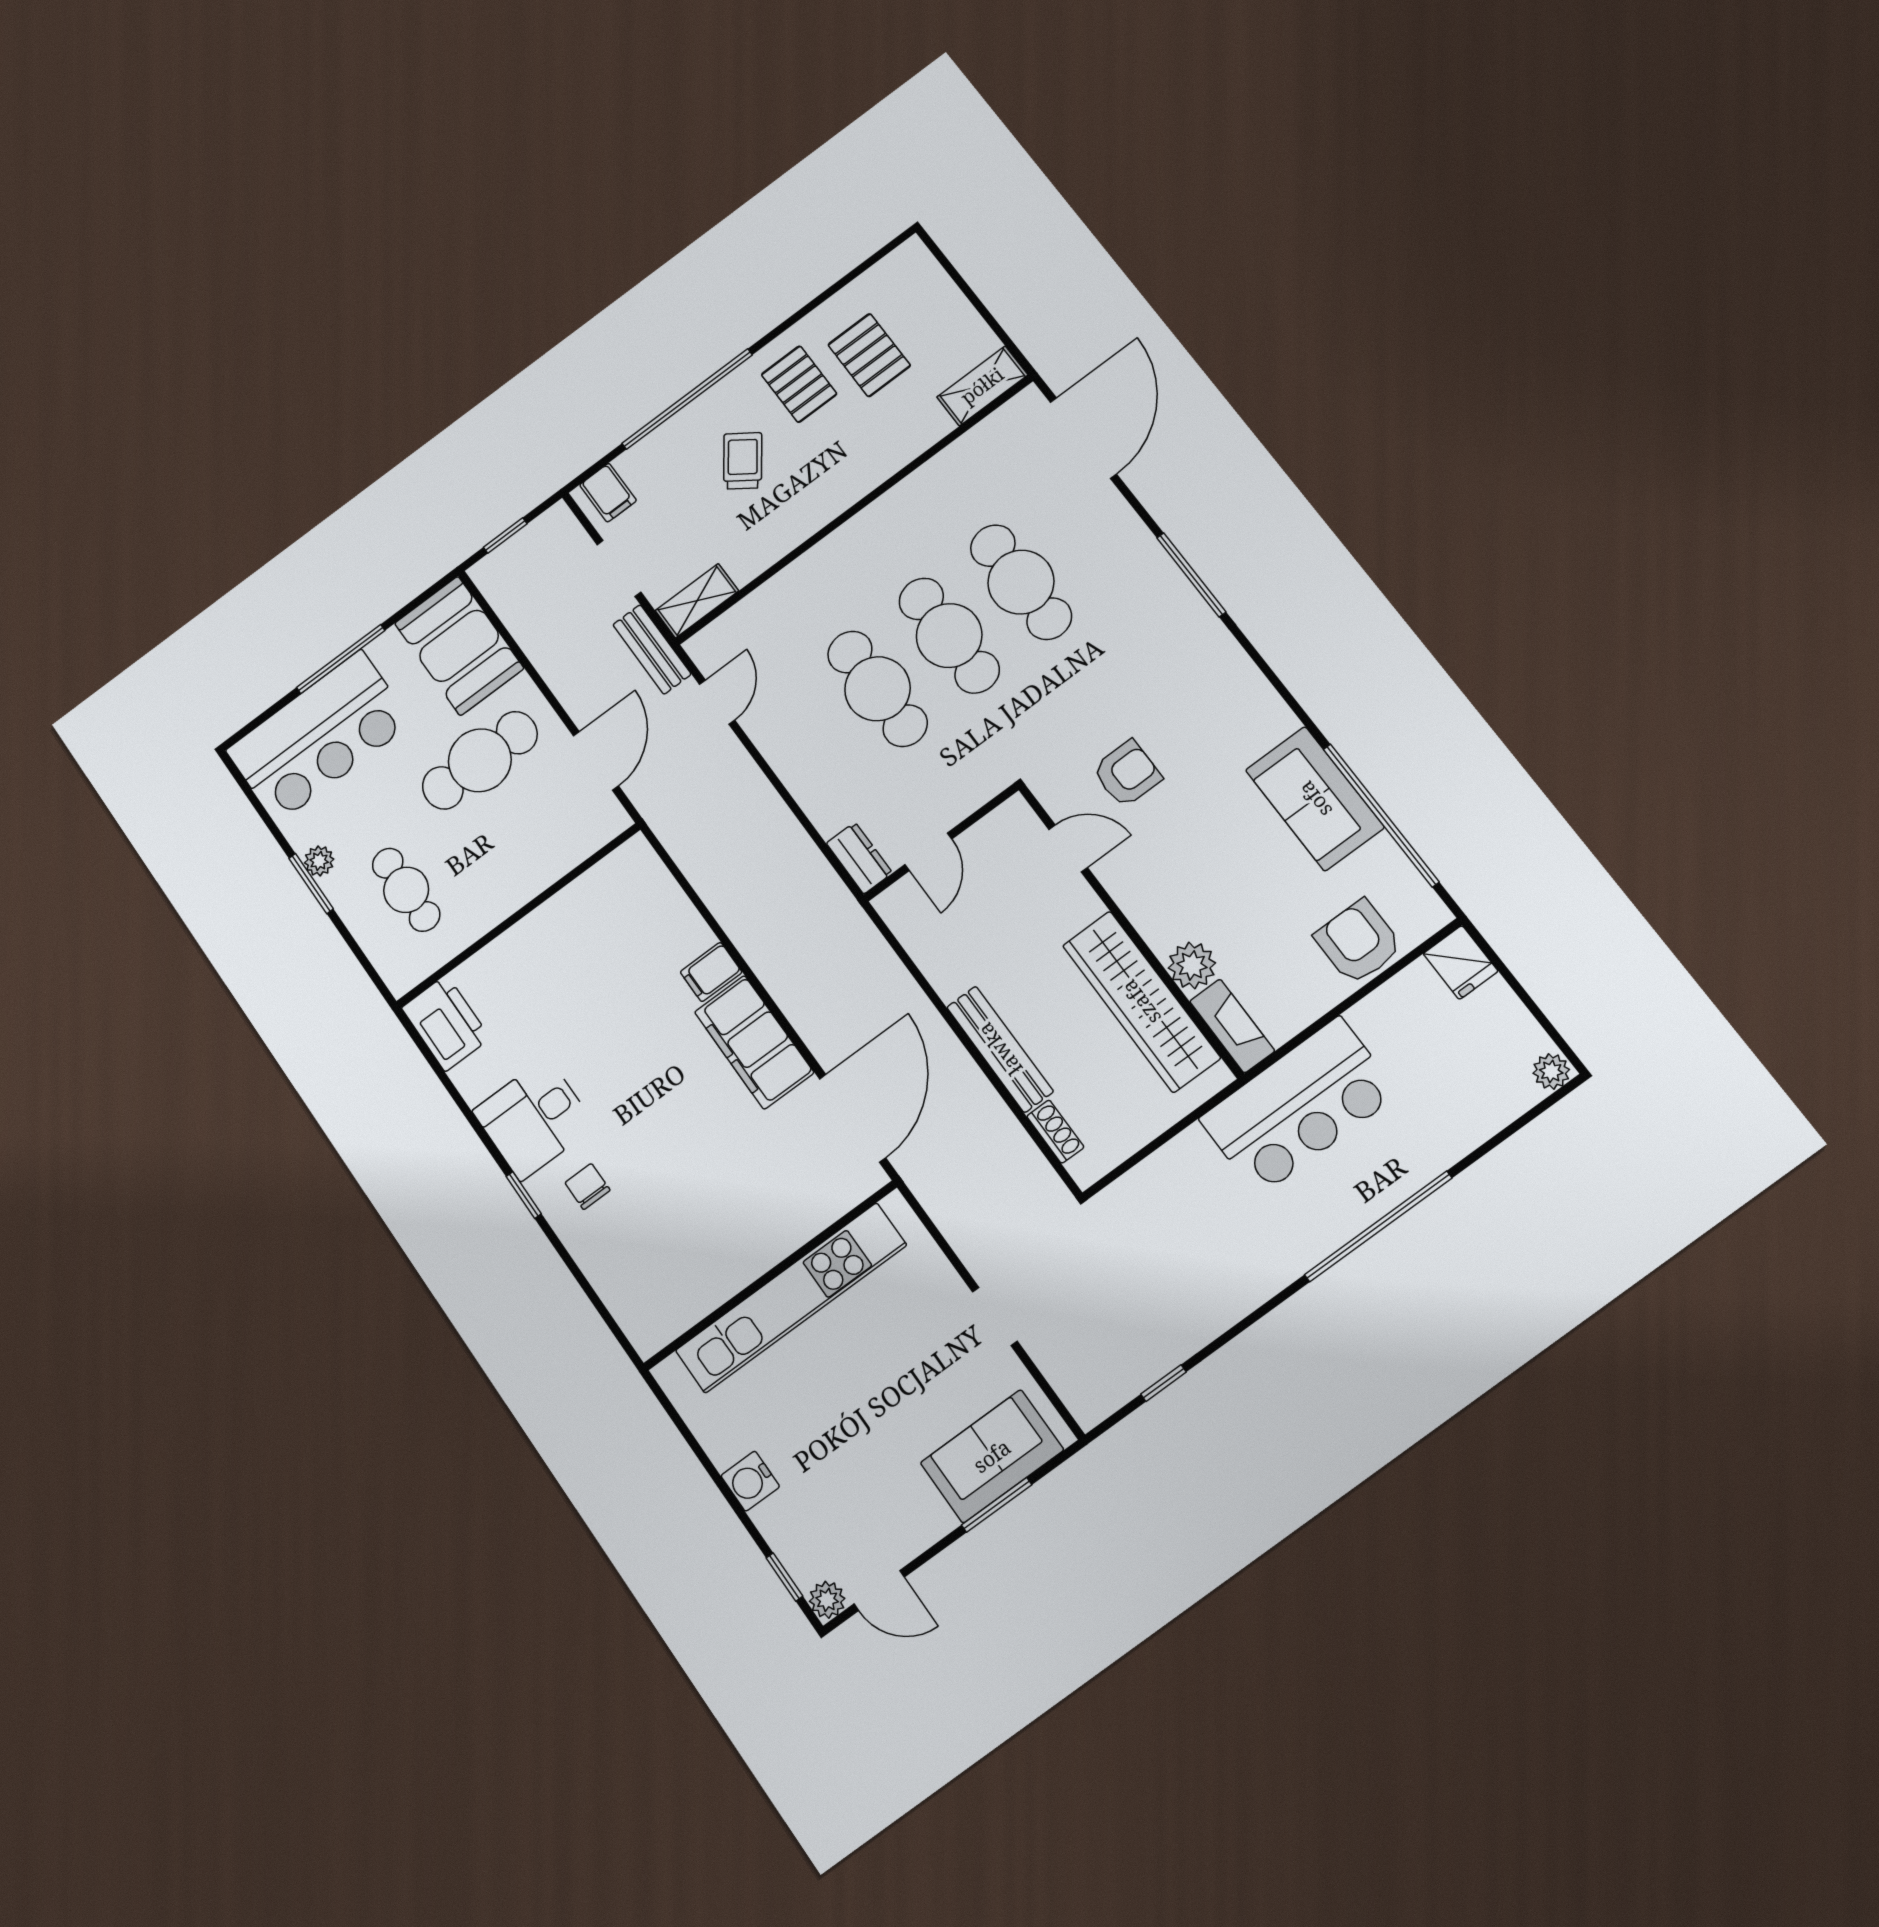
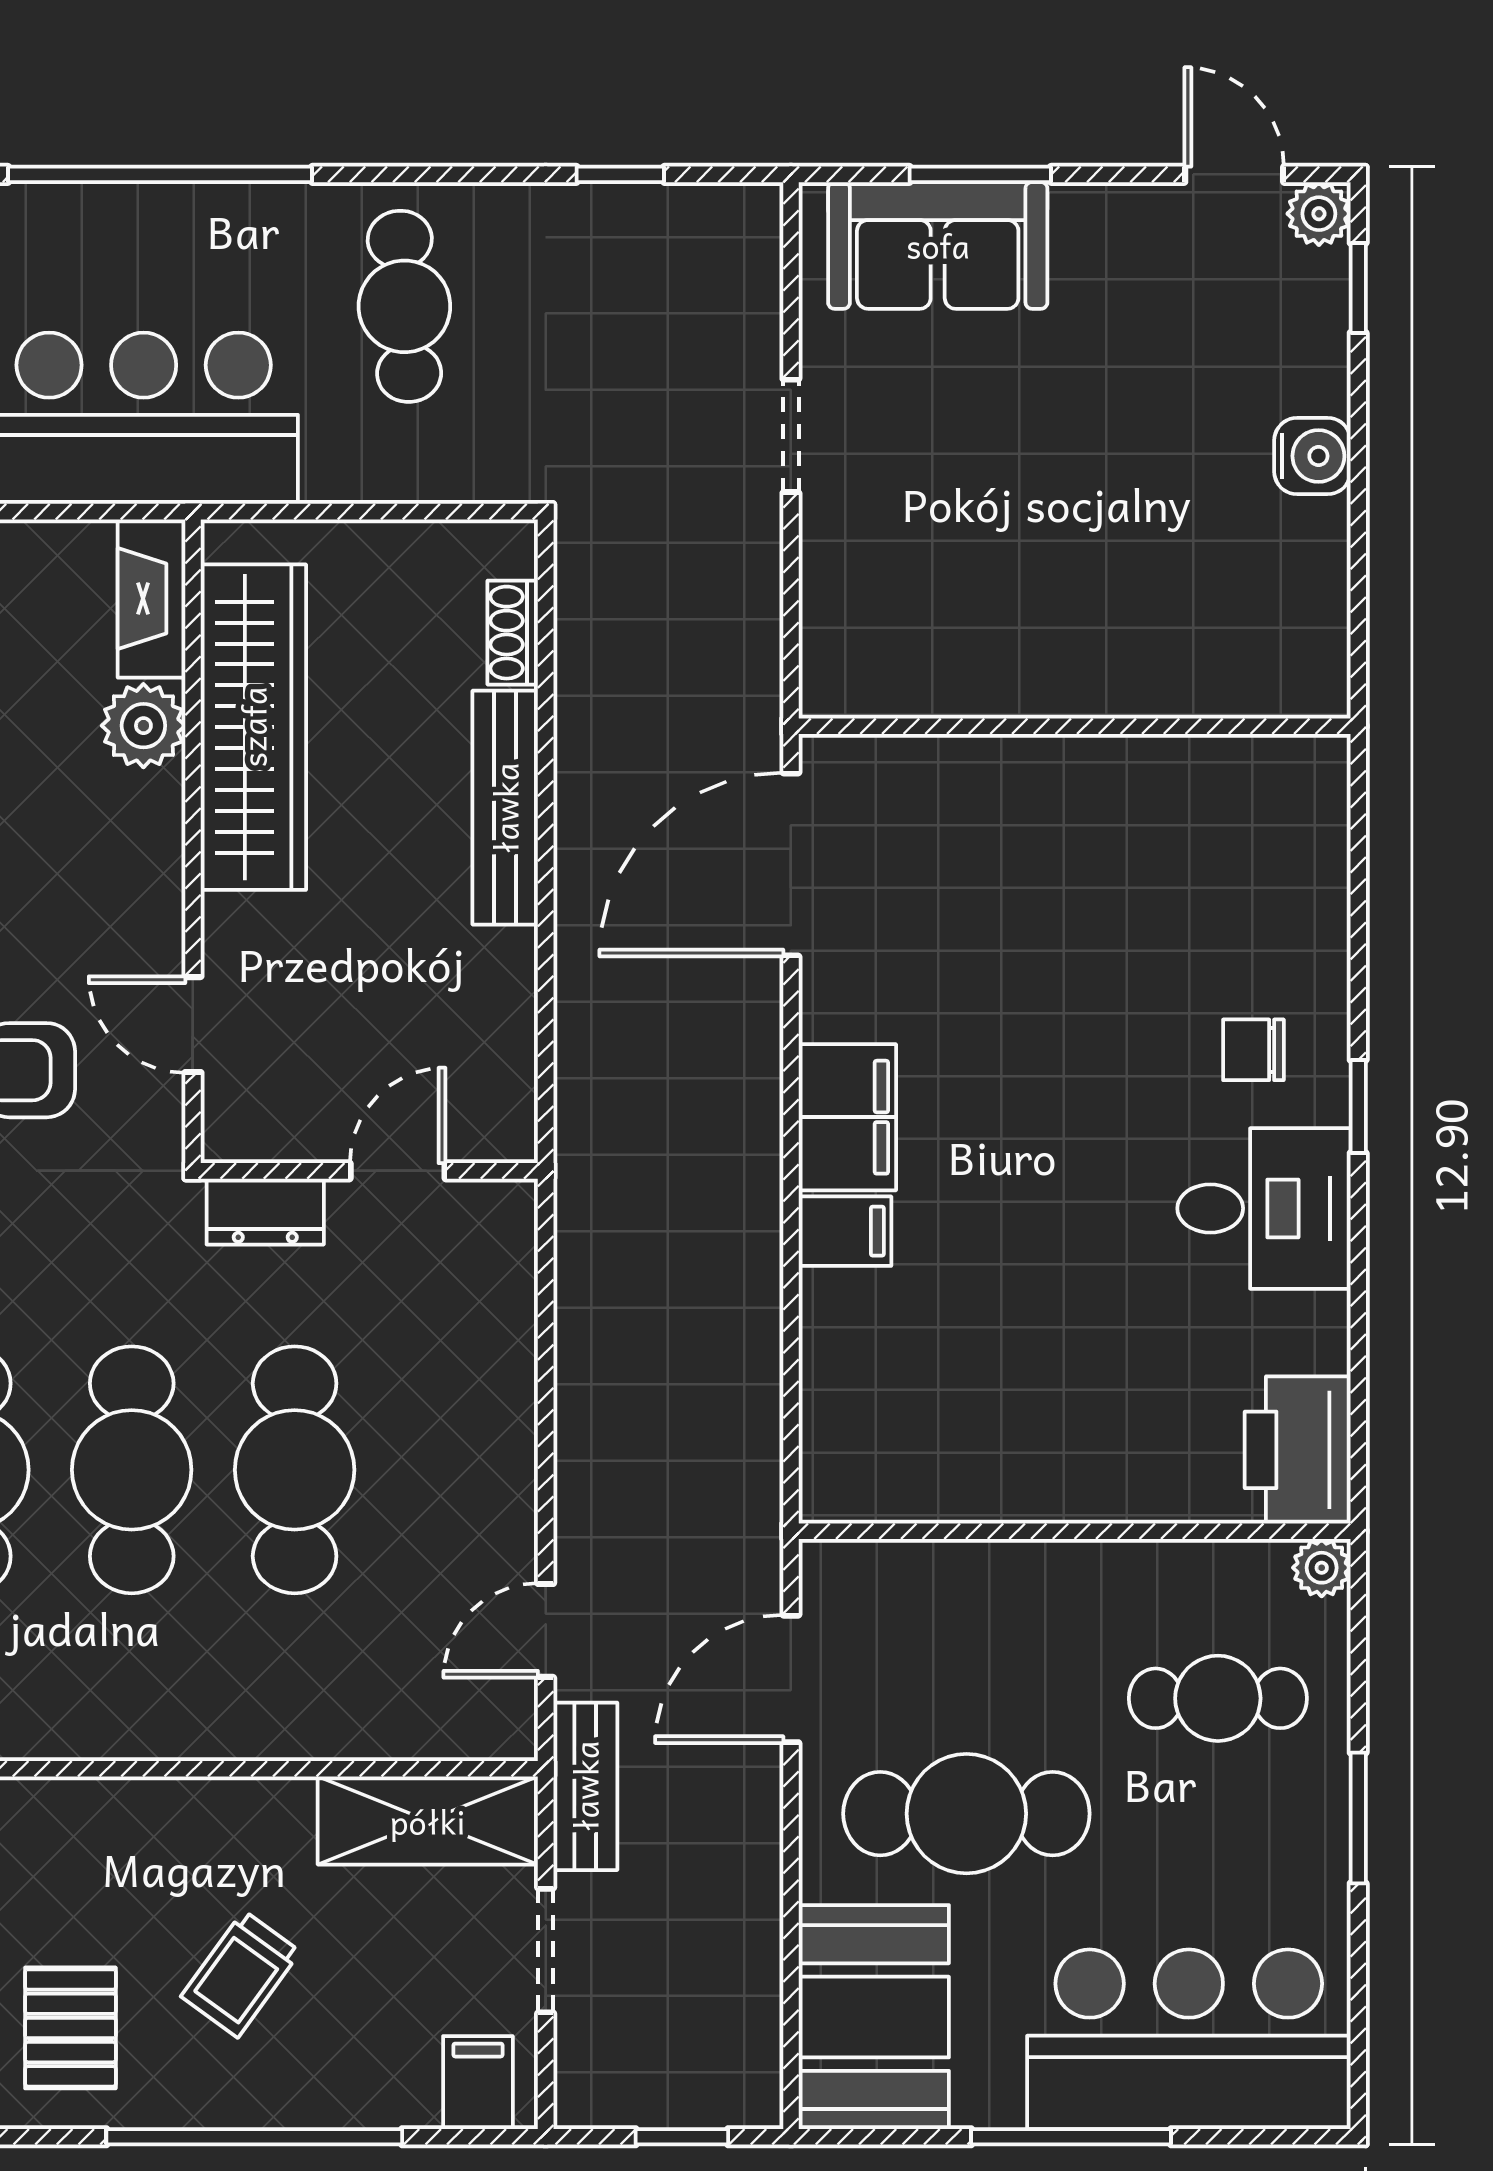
shelving: (697, 601) -> (428, 1821), width x1.50, depth x1.33
dresser: (859, 858) -> (265, 1212), moved, turned -90
plant: (319, 861) -> (1322, 1568), moved
cafe table: (406, 890) -> (1218, 1698), turned 90
filing cabinet: (754, 1042) -> (847, 1117), width x0.67, depth x0.86
chair: (587, 1186) -> (1253, 1050), turned 90
cafe table: (1217, 1247) -> (404, 306), added
kitchen unit: (791, 1298) -> (1067, 672), removed

